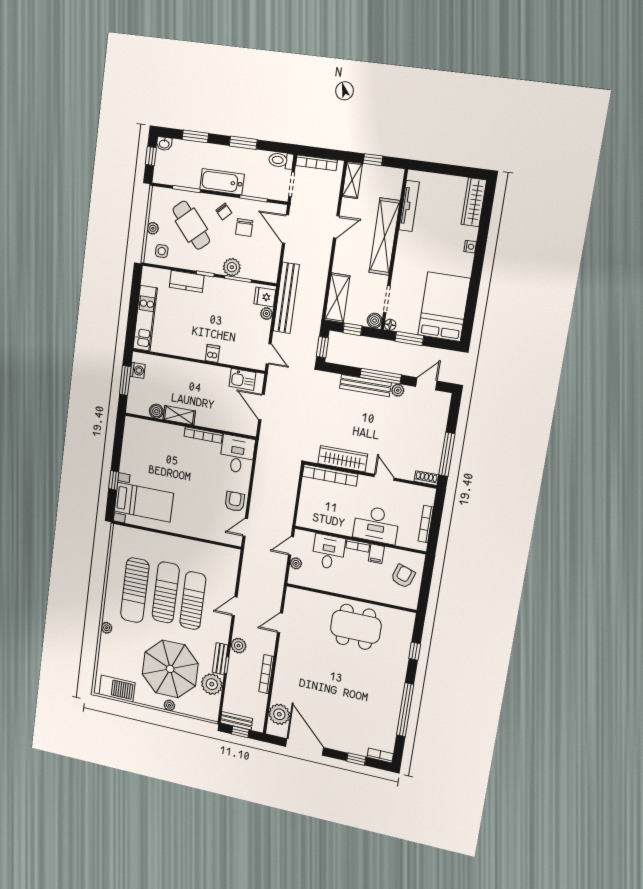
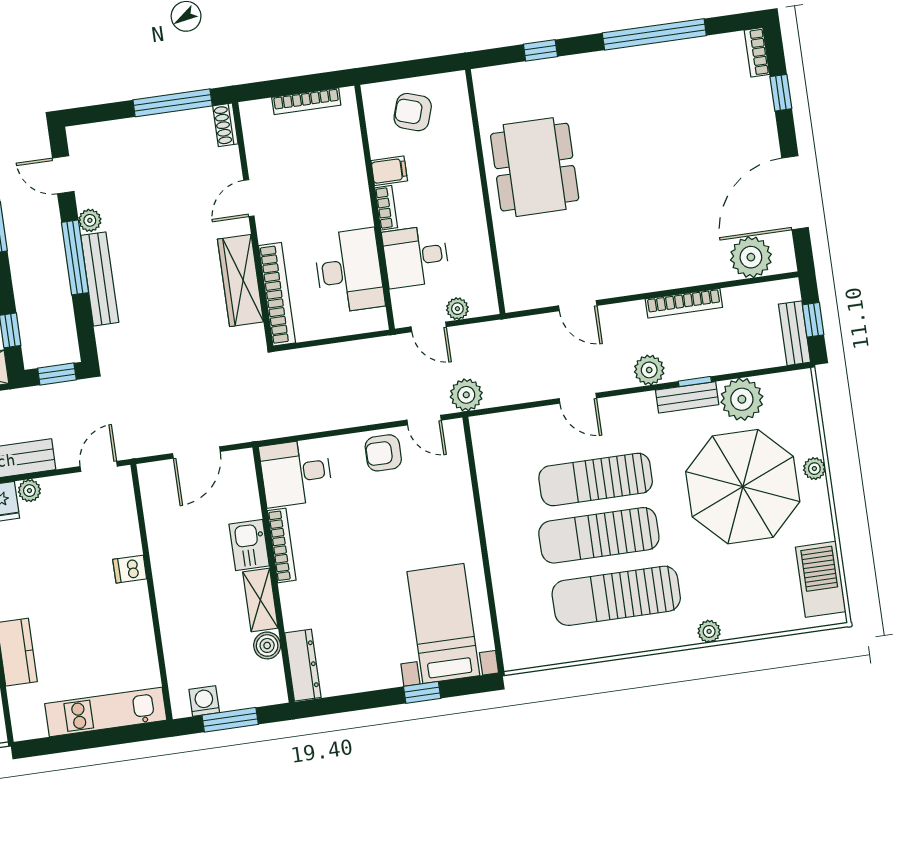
kitchen sink: (242, 379) -> (249, 545), moved, turned 180
dresser: (142, 426) -> (303, 665), added
desk: (376, 525) -> (349, 271), moved
plant: (252, 553) -> (466, 395), added
sun lounger: (135, 590) -> (616, 596), turned 180

